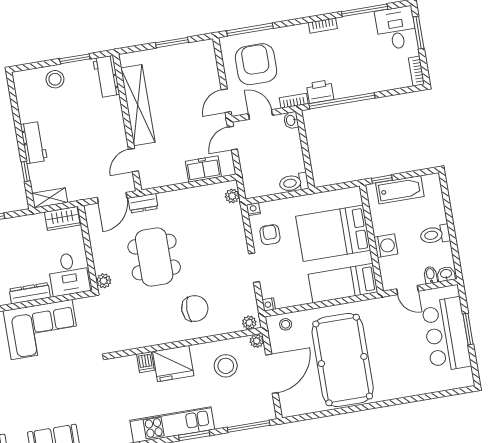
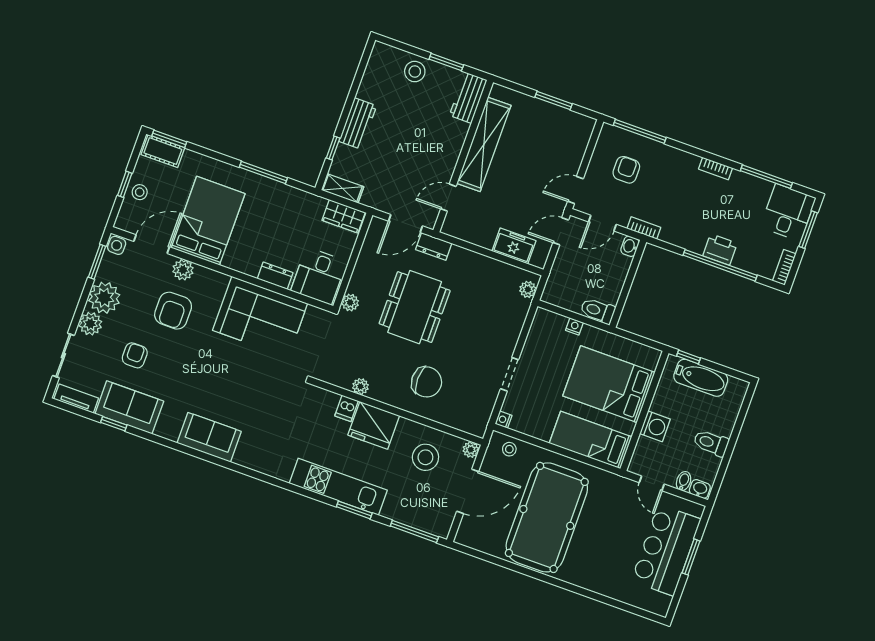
armchair: (256, 64) -> (626, 170), width x0.53, depth x0.53
printer: (320, 92) -> (720, 249), moved
window: (342, 101) -> (720, 265), moved
door: (260, 115) -> (602, 223), swing flipped
nightstand: (253, 209) -> (574, 326), moved
armchair: (270, 235) -> (544, 350), removed
dresser: (30, 293) -> (275, 276), width x0.70
plant: (249, 323) -> (361, 386), moved

